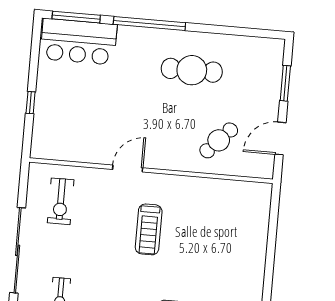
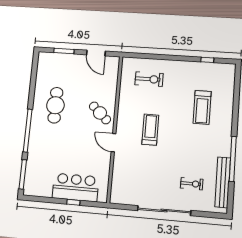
bar counter: (79, 42) -> (76, 187), moved, turned -90
cafe table: (219, 140) -> (100, 113), moved
exercise bike: (61, 201) -> (149, 79), moved
treadmill: (149, 229) -> (150, 130), turned -90

